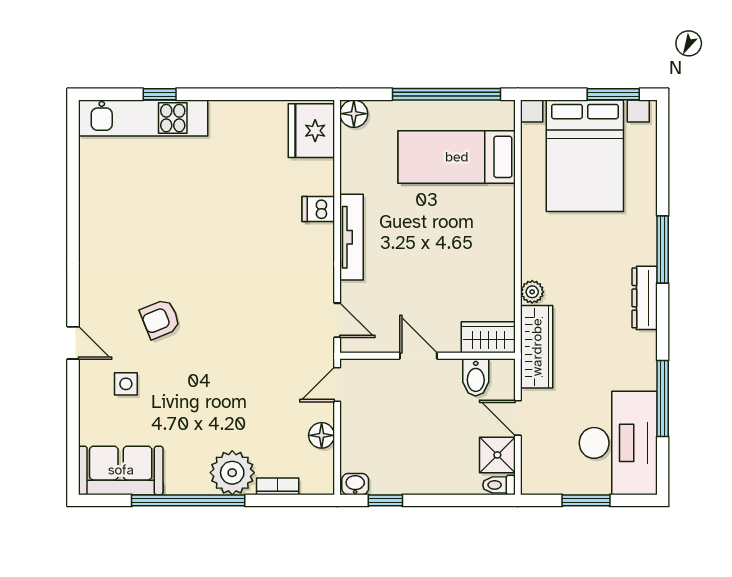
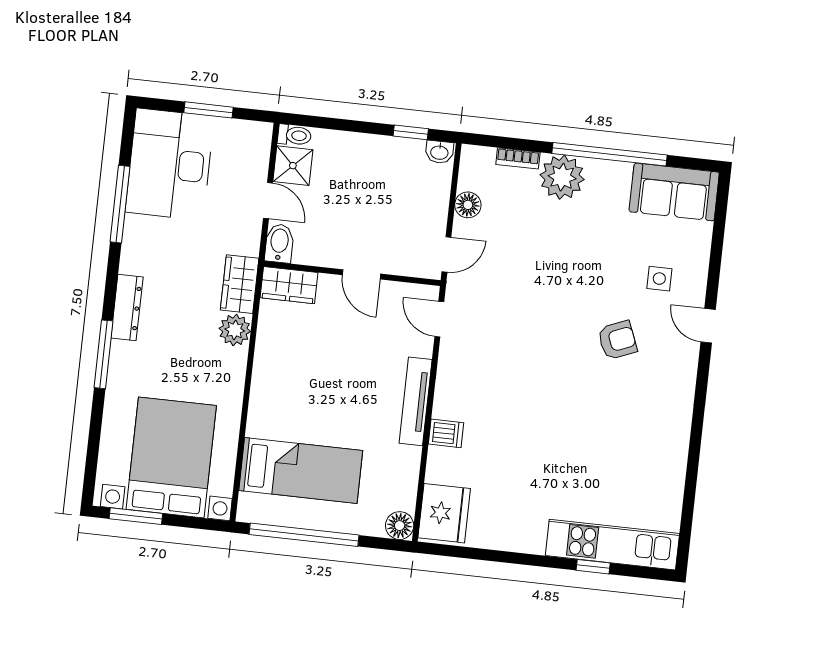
plant: (532, 292) -> (235, 330), width x1.38, depth x1.38
wardrobe: (537, 347) -> (240, 284), width x0.67
bidet: (476, 377) -> (279, 243), moved

